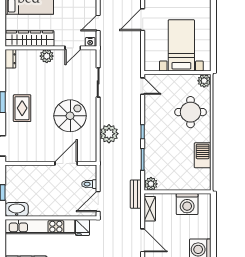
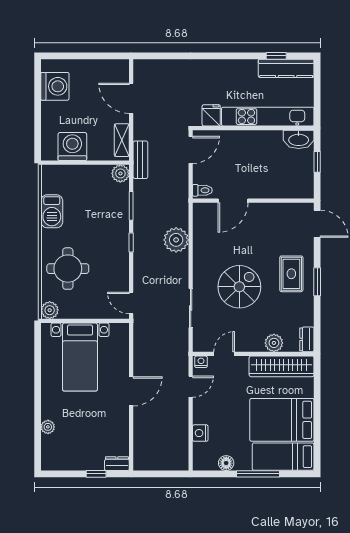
plant: (47, 56) -> (274, 343), moved
spiral stairs: (70, 116) -> (239, 287), moved, turned 180
toilet: (89, 184) -> (202, 190), moved

